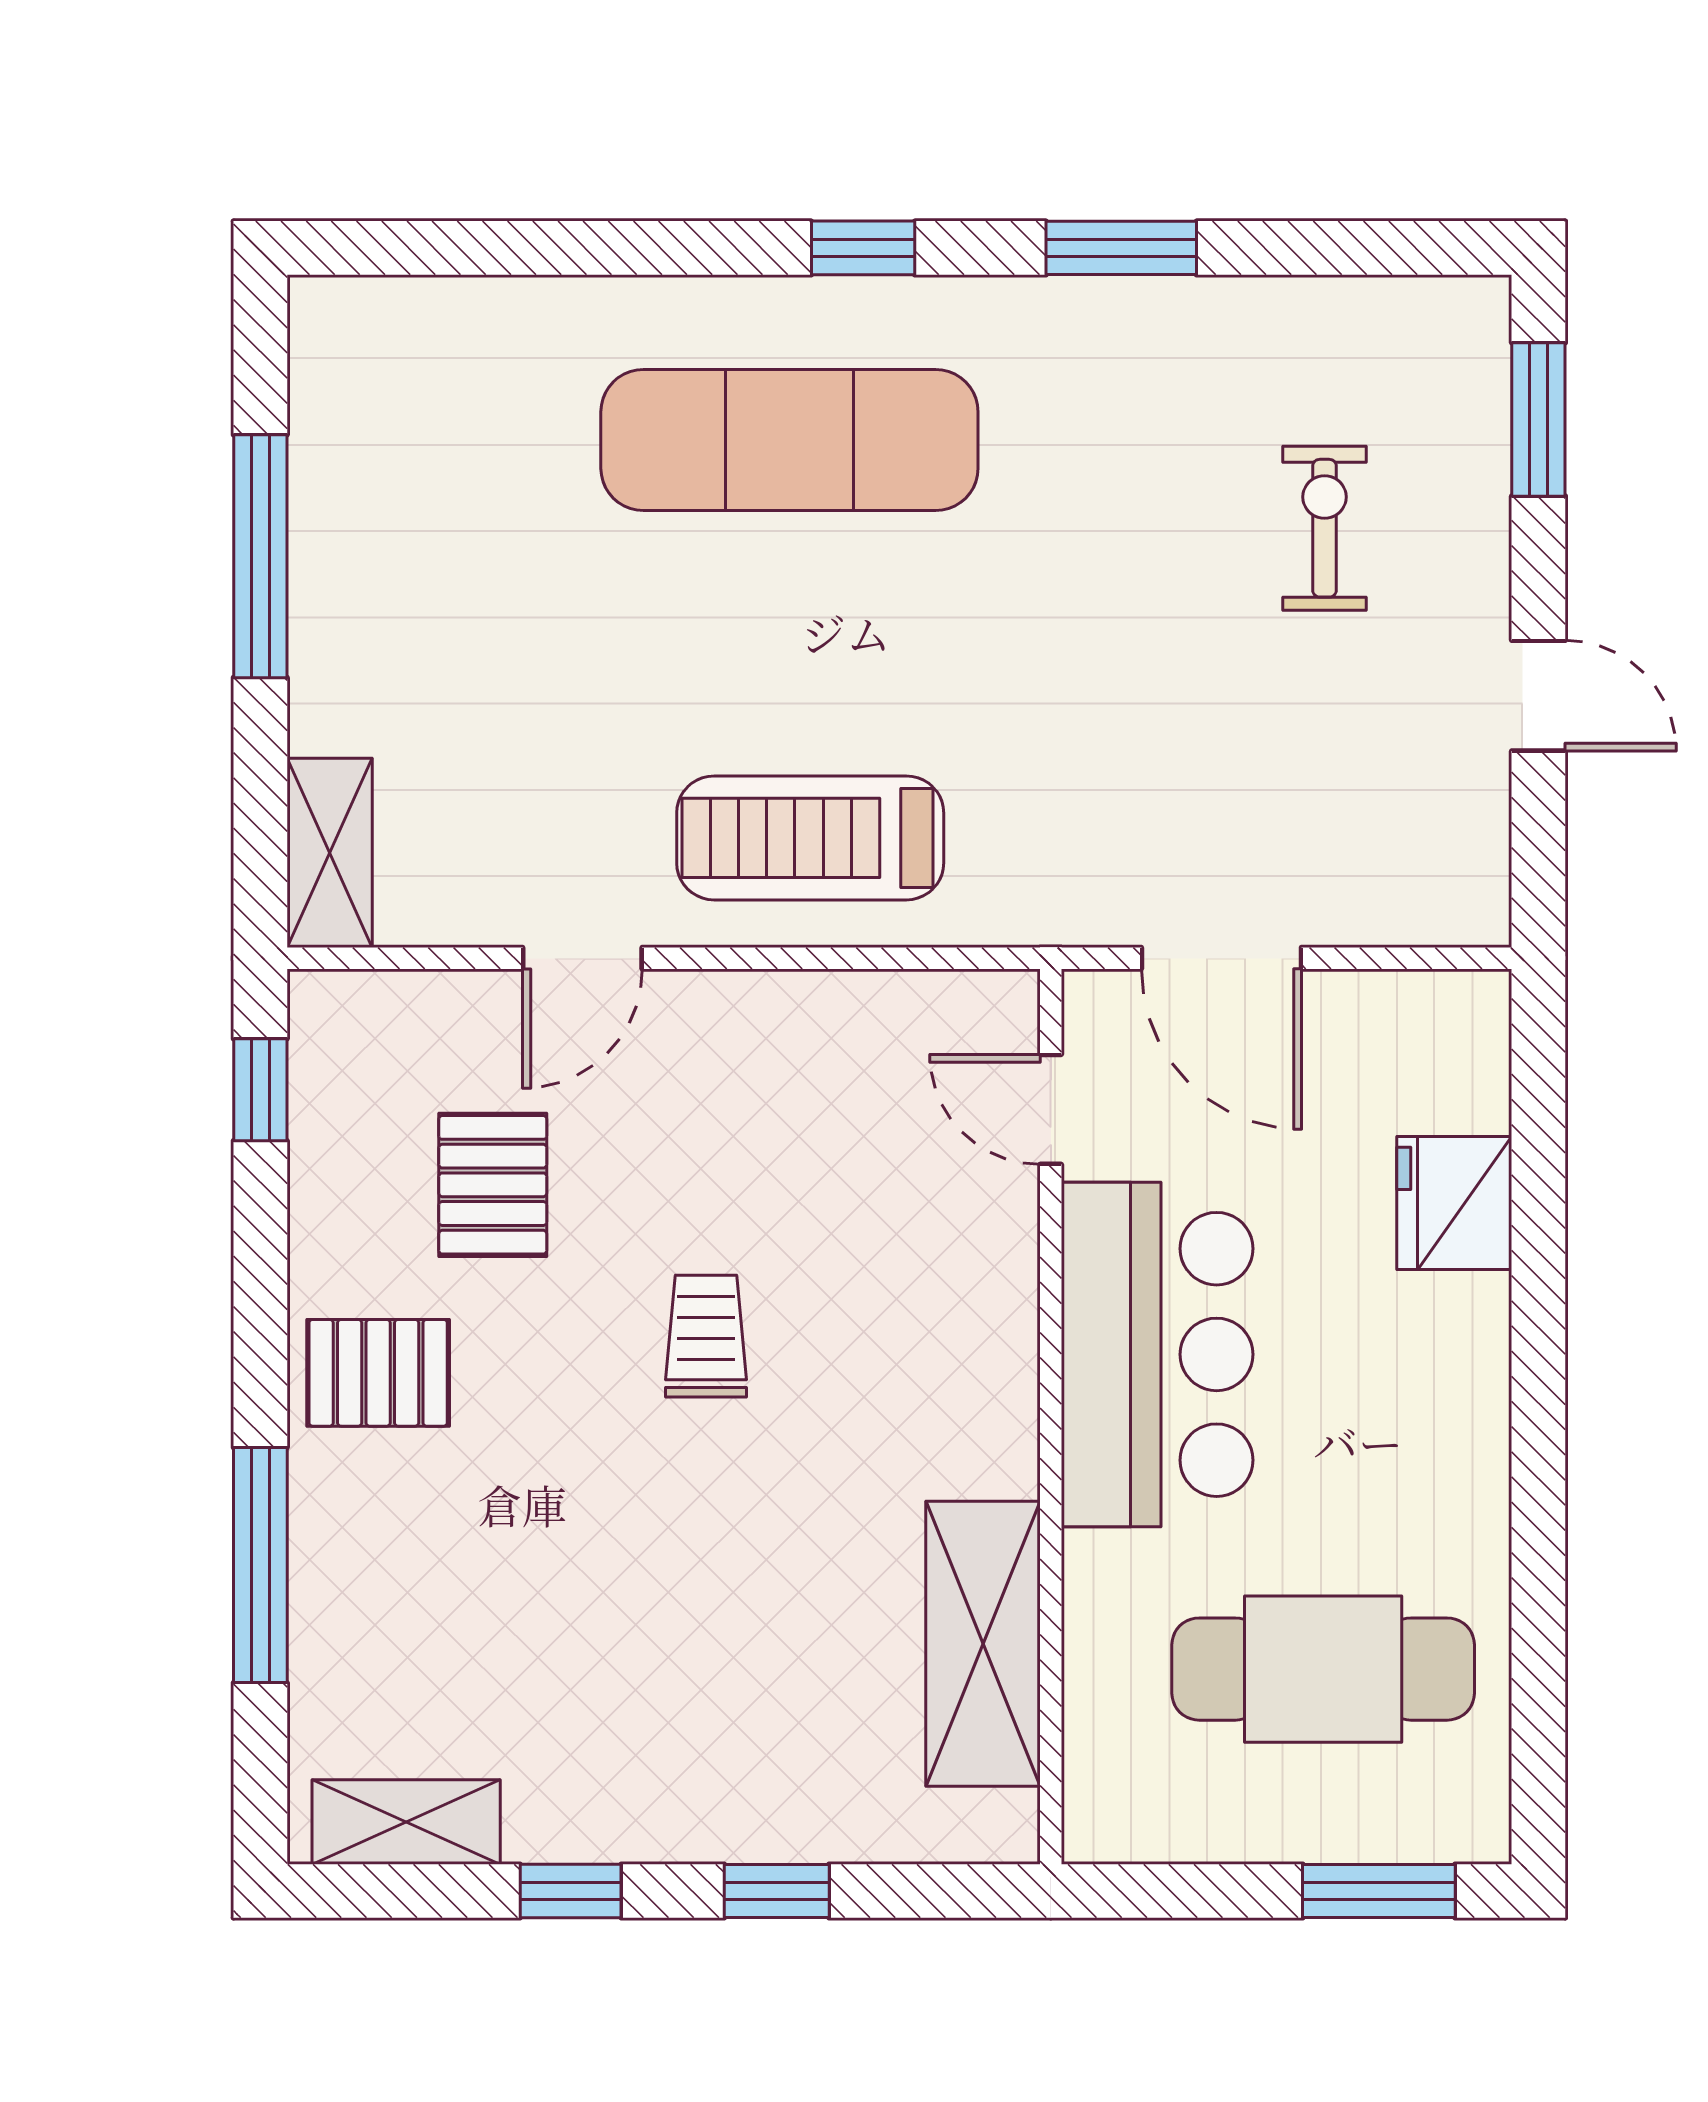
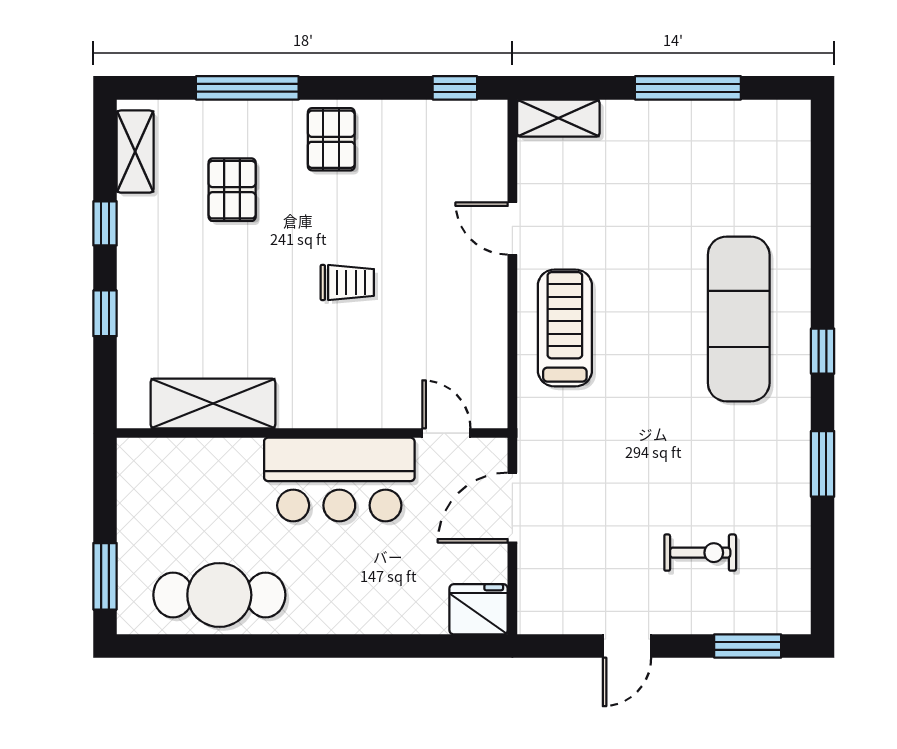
door: (1051, 1109) -> (446, 433), hinge flipped
pallet: (493, 1185) -> (232, 190), moved, turned 90
fridge: (1454, 1203) -> (479, 609), moved
cafe table: (1323, 1669) -> (219, 595), moved, turned 90

